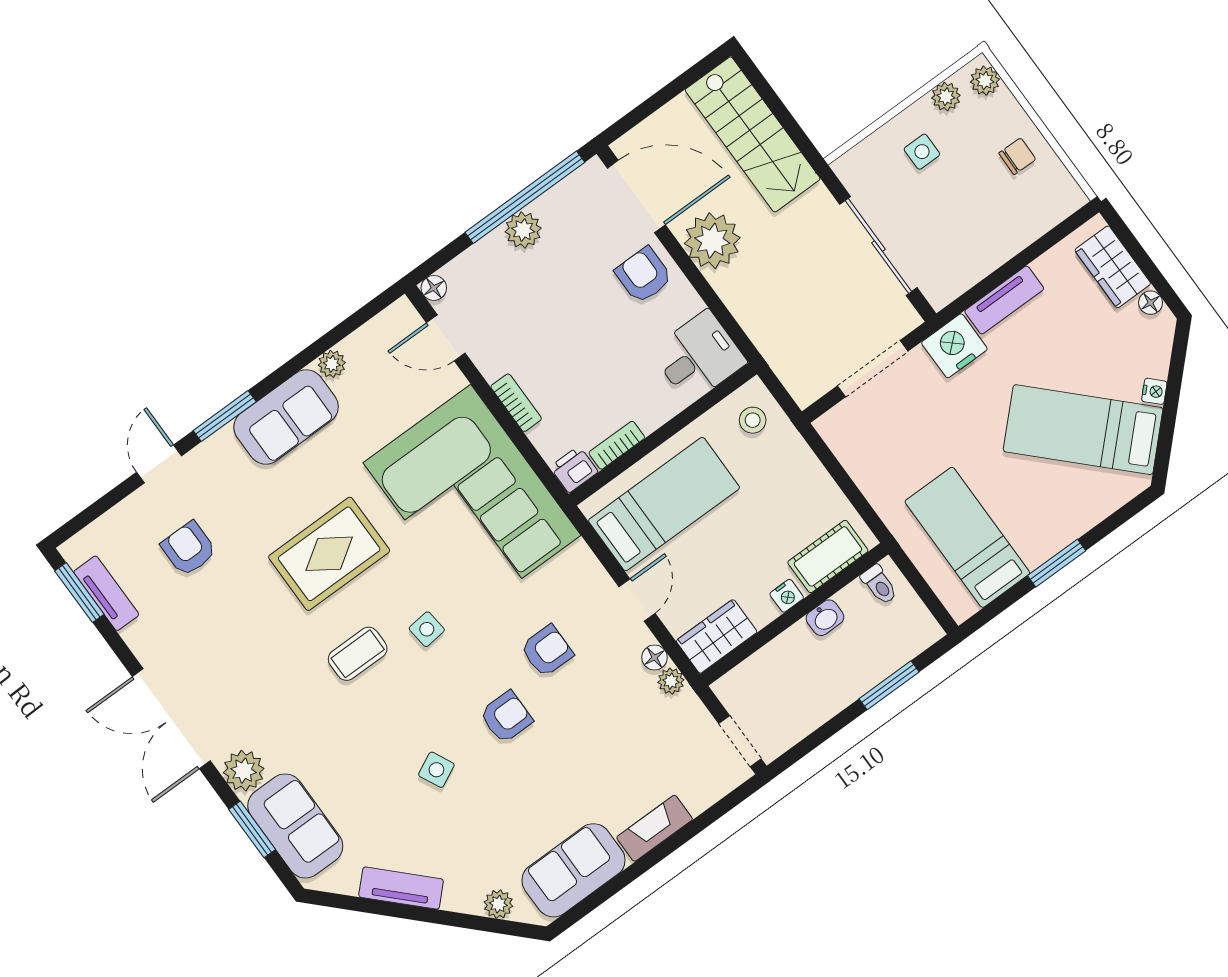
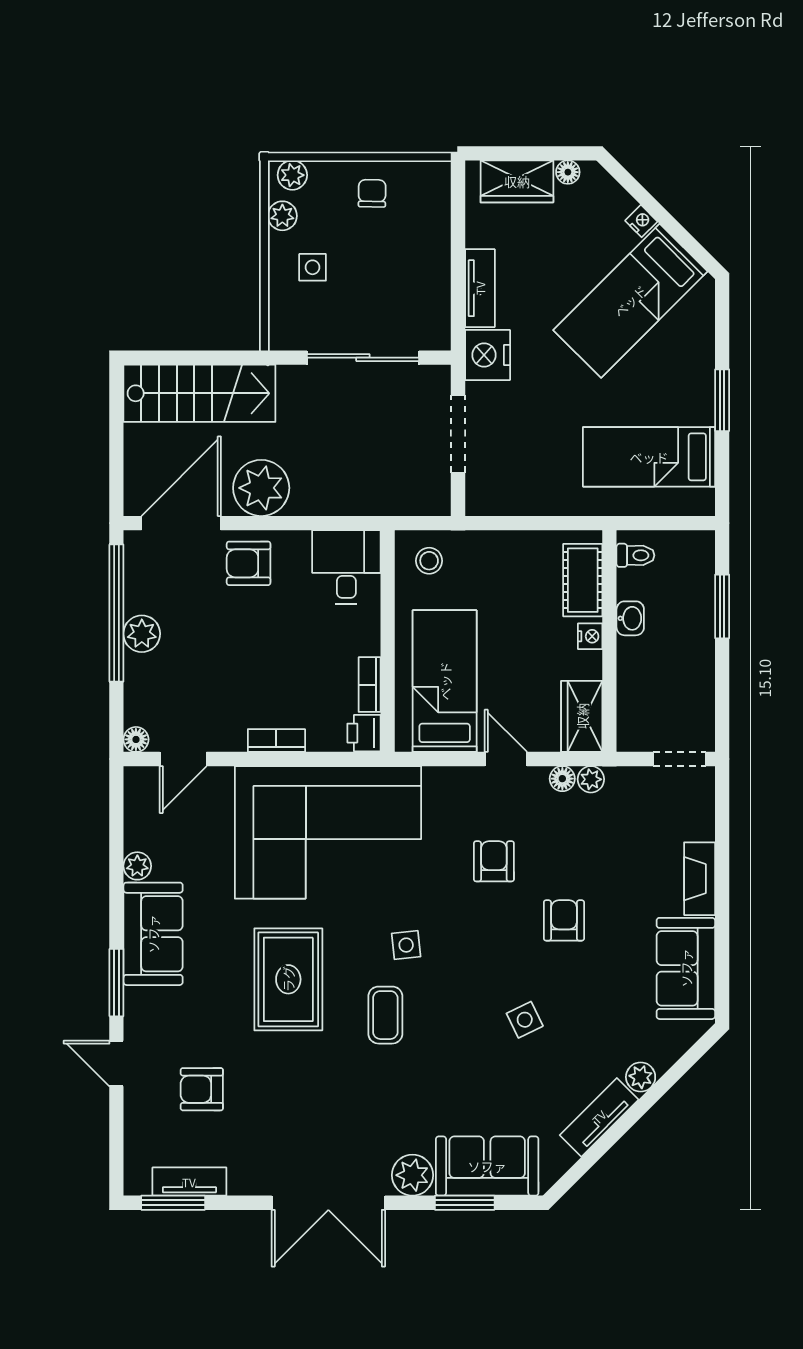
armchair: (506, 717) -> (564, 920), moved
plant: (498, 904) -> (641, 1077), moved

